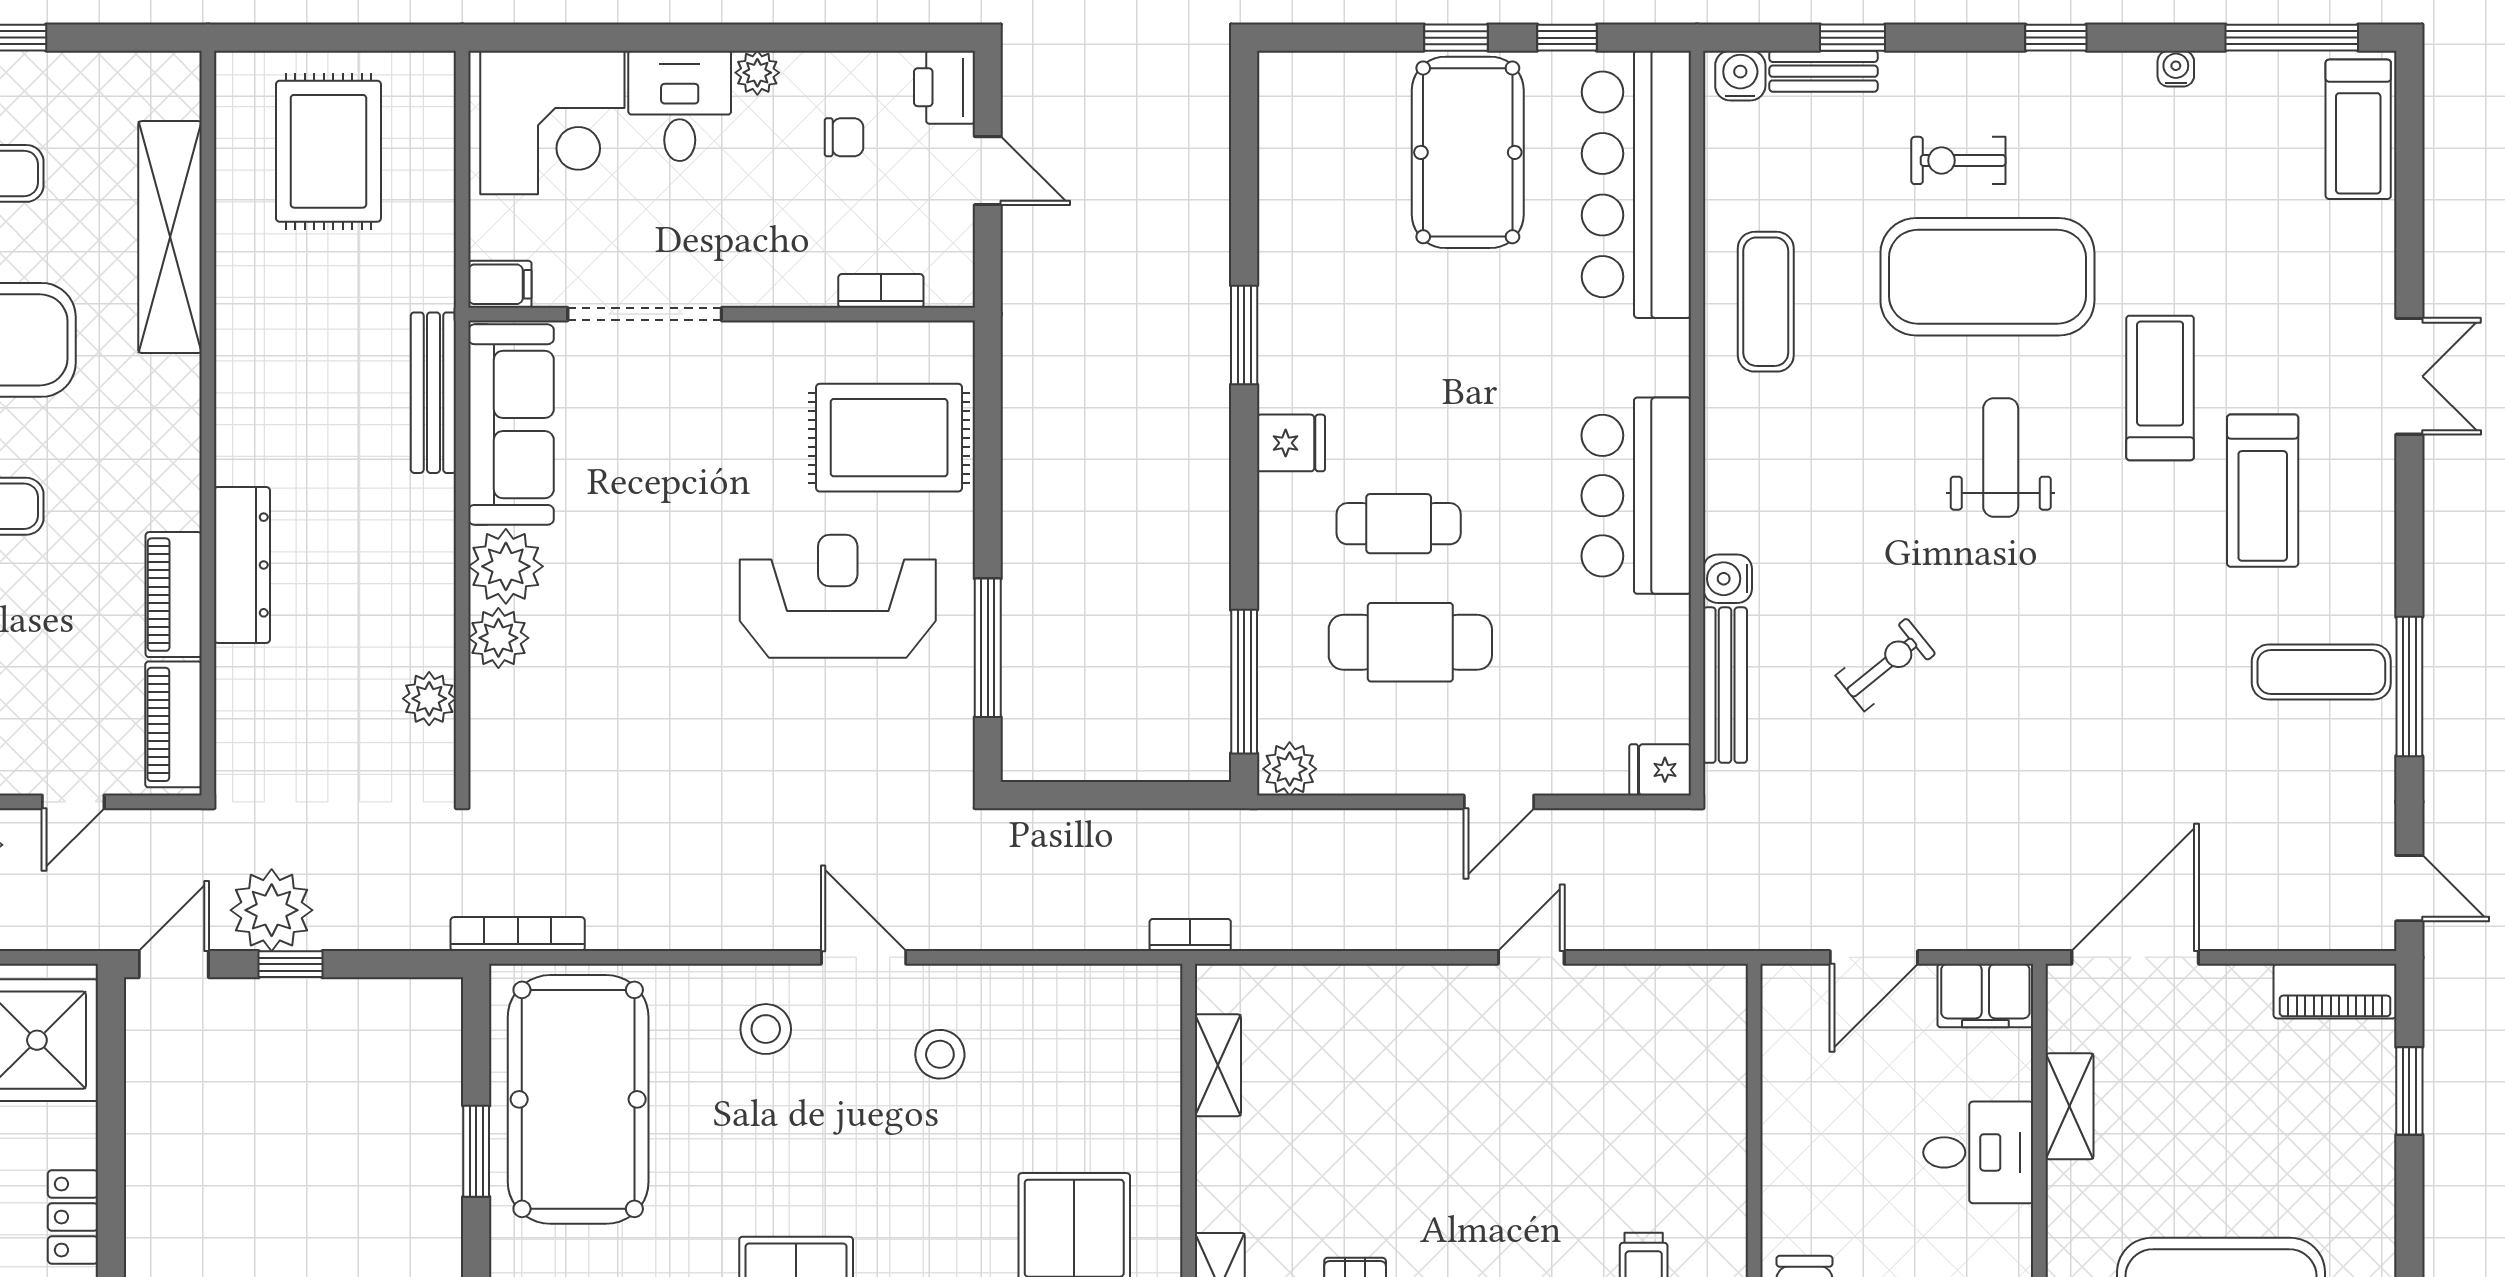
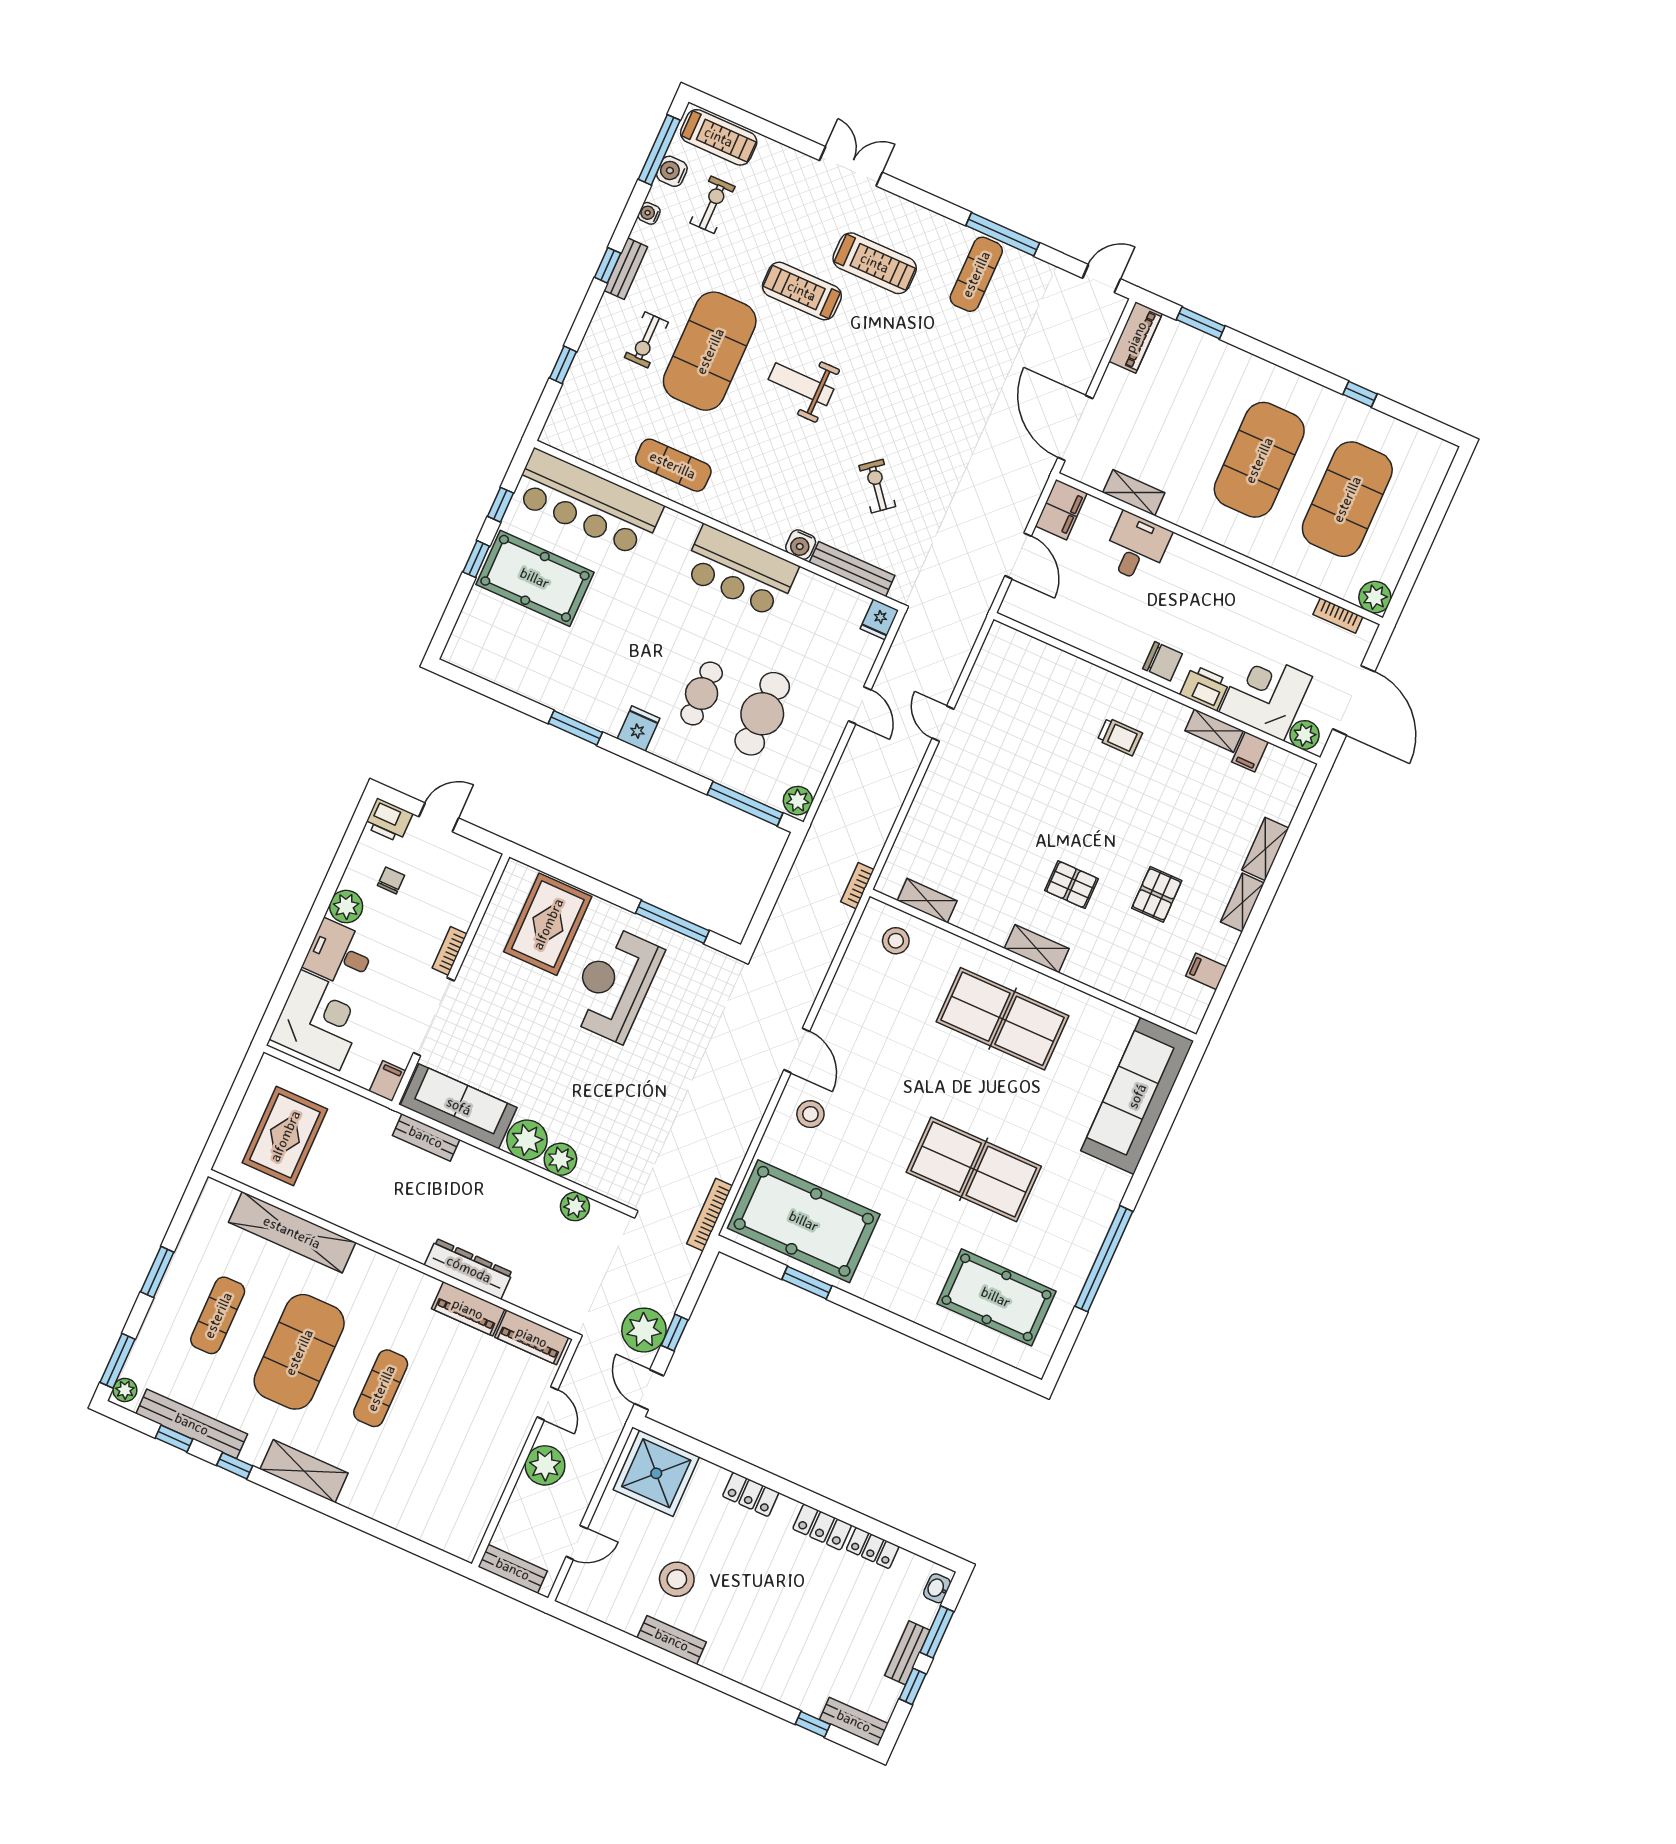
bench: (1824, 71) -> (626, 269), moved
plant: (757, 73) -> (346, 907), width x1.38, depth x1.38
water cooler: (1740, 76) -> (672, 171), moved
rug: (328, 151) -> (285, 1136), turned 90
exercise bike: (2239, 170) -> (712, 205), added
bookcase: (881, 291) -> (450, 951), moved
bench: (433, 393) -> (426, 1137), width x0.73
door: (864, 957) -> (797, 1051), swing flipped
stool: (940, 1054) -> (896, 941), moved

